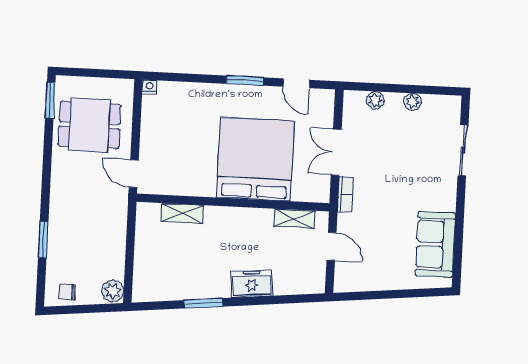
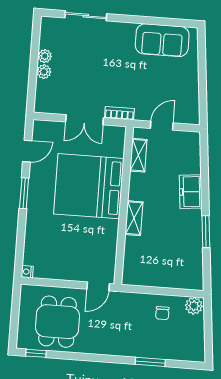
window: (50, 100) -> (36, 353), width x0.67
plant: (375, 100) -> (44, 72), moved
shelving: (182, 213) -> (134, 218), moved
chair: (68, 292) -> (162, 313), moved

